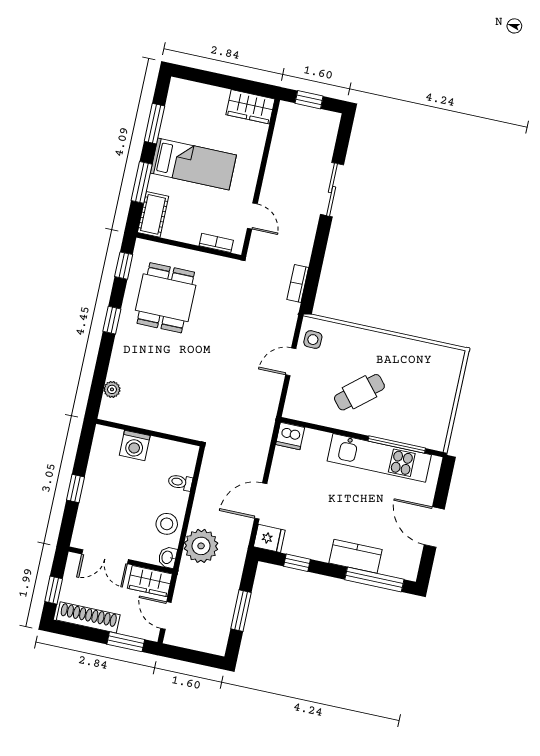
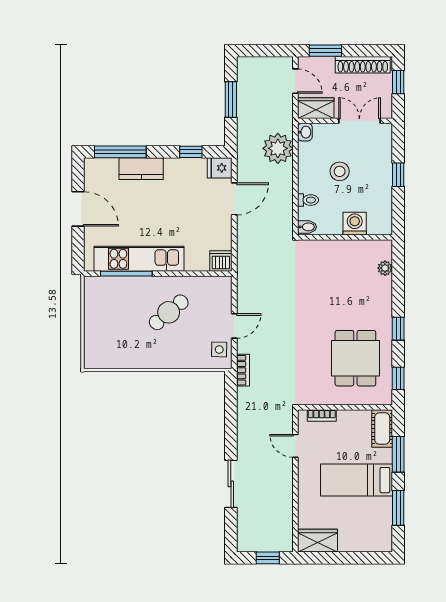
bookcase: (298, 284) -> (243, 370), moved
bidet: (188, 453) -> (307, 227), added
stool: (167, 524) -> (340, 171), moved

